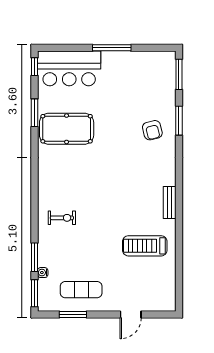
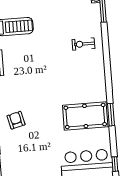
window: (34, 113) -> (111, 115), moved

